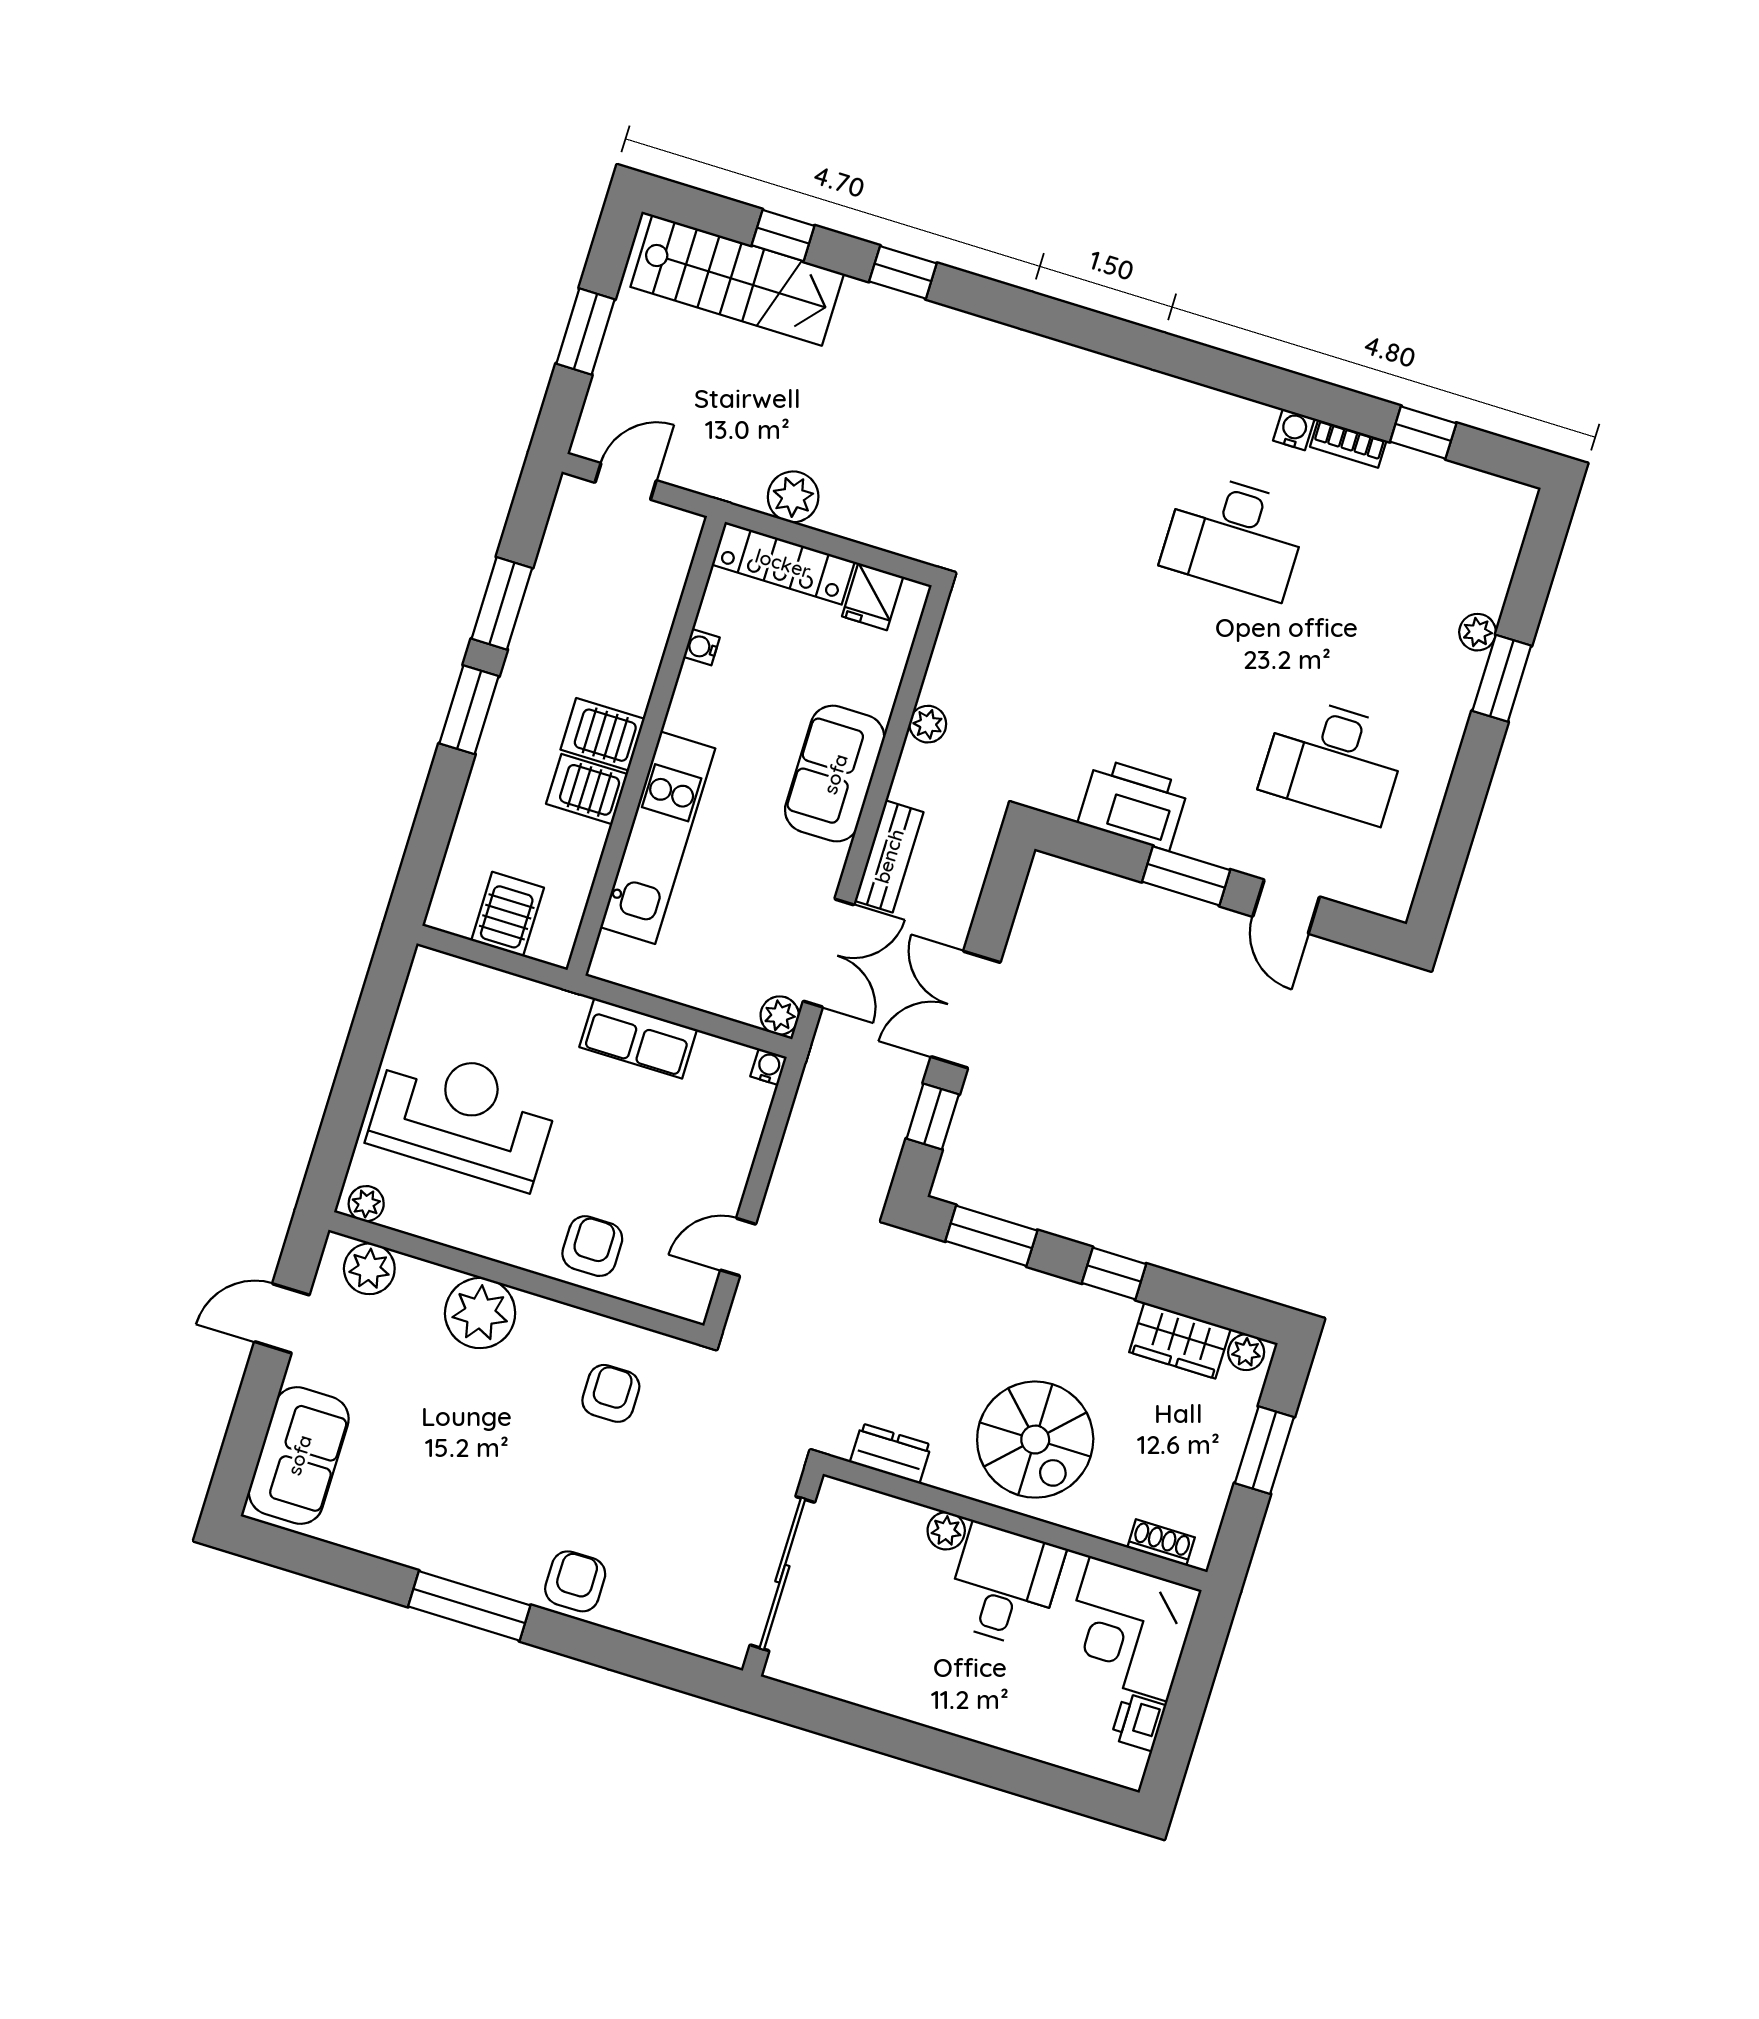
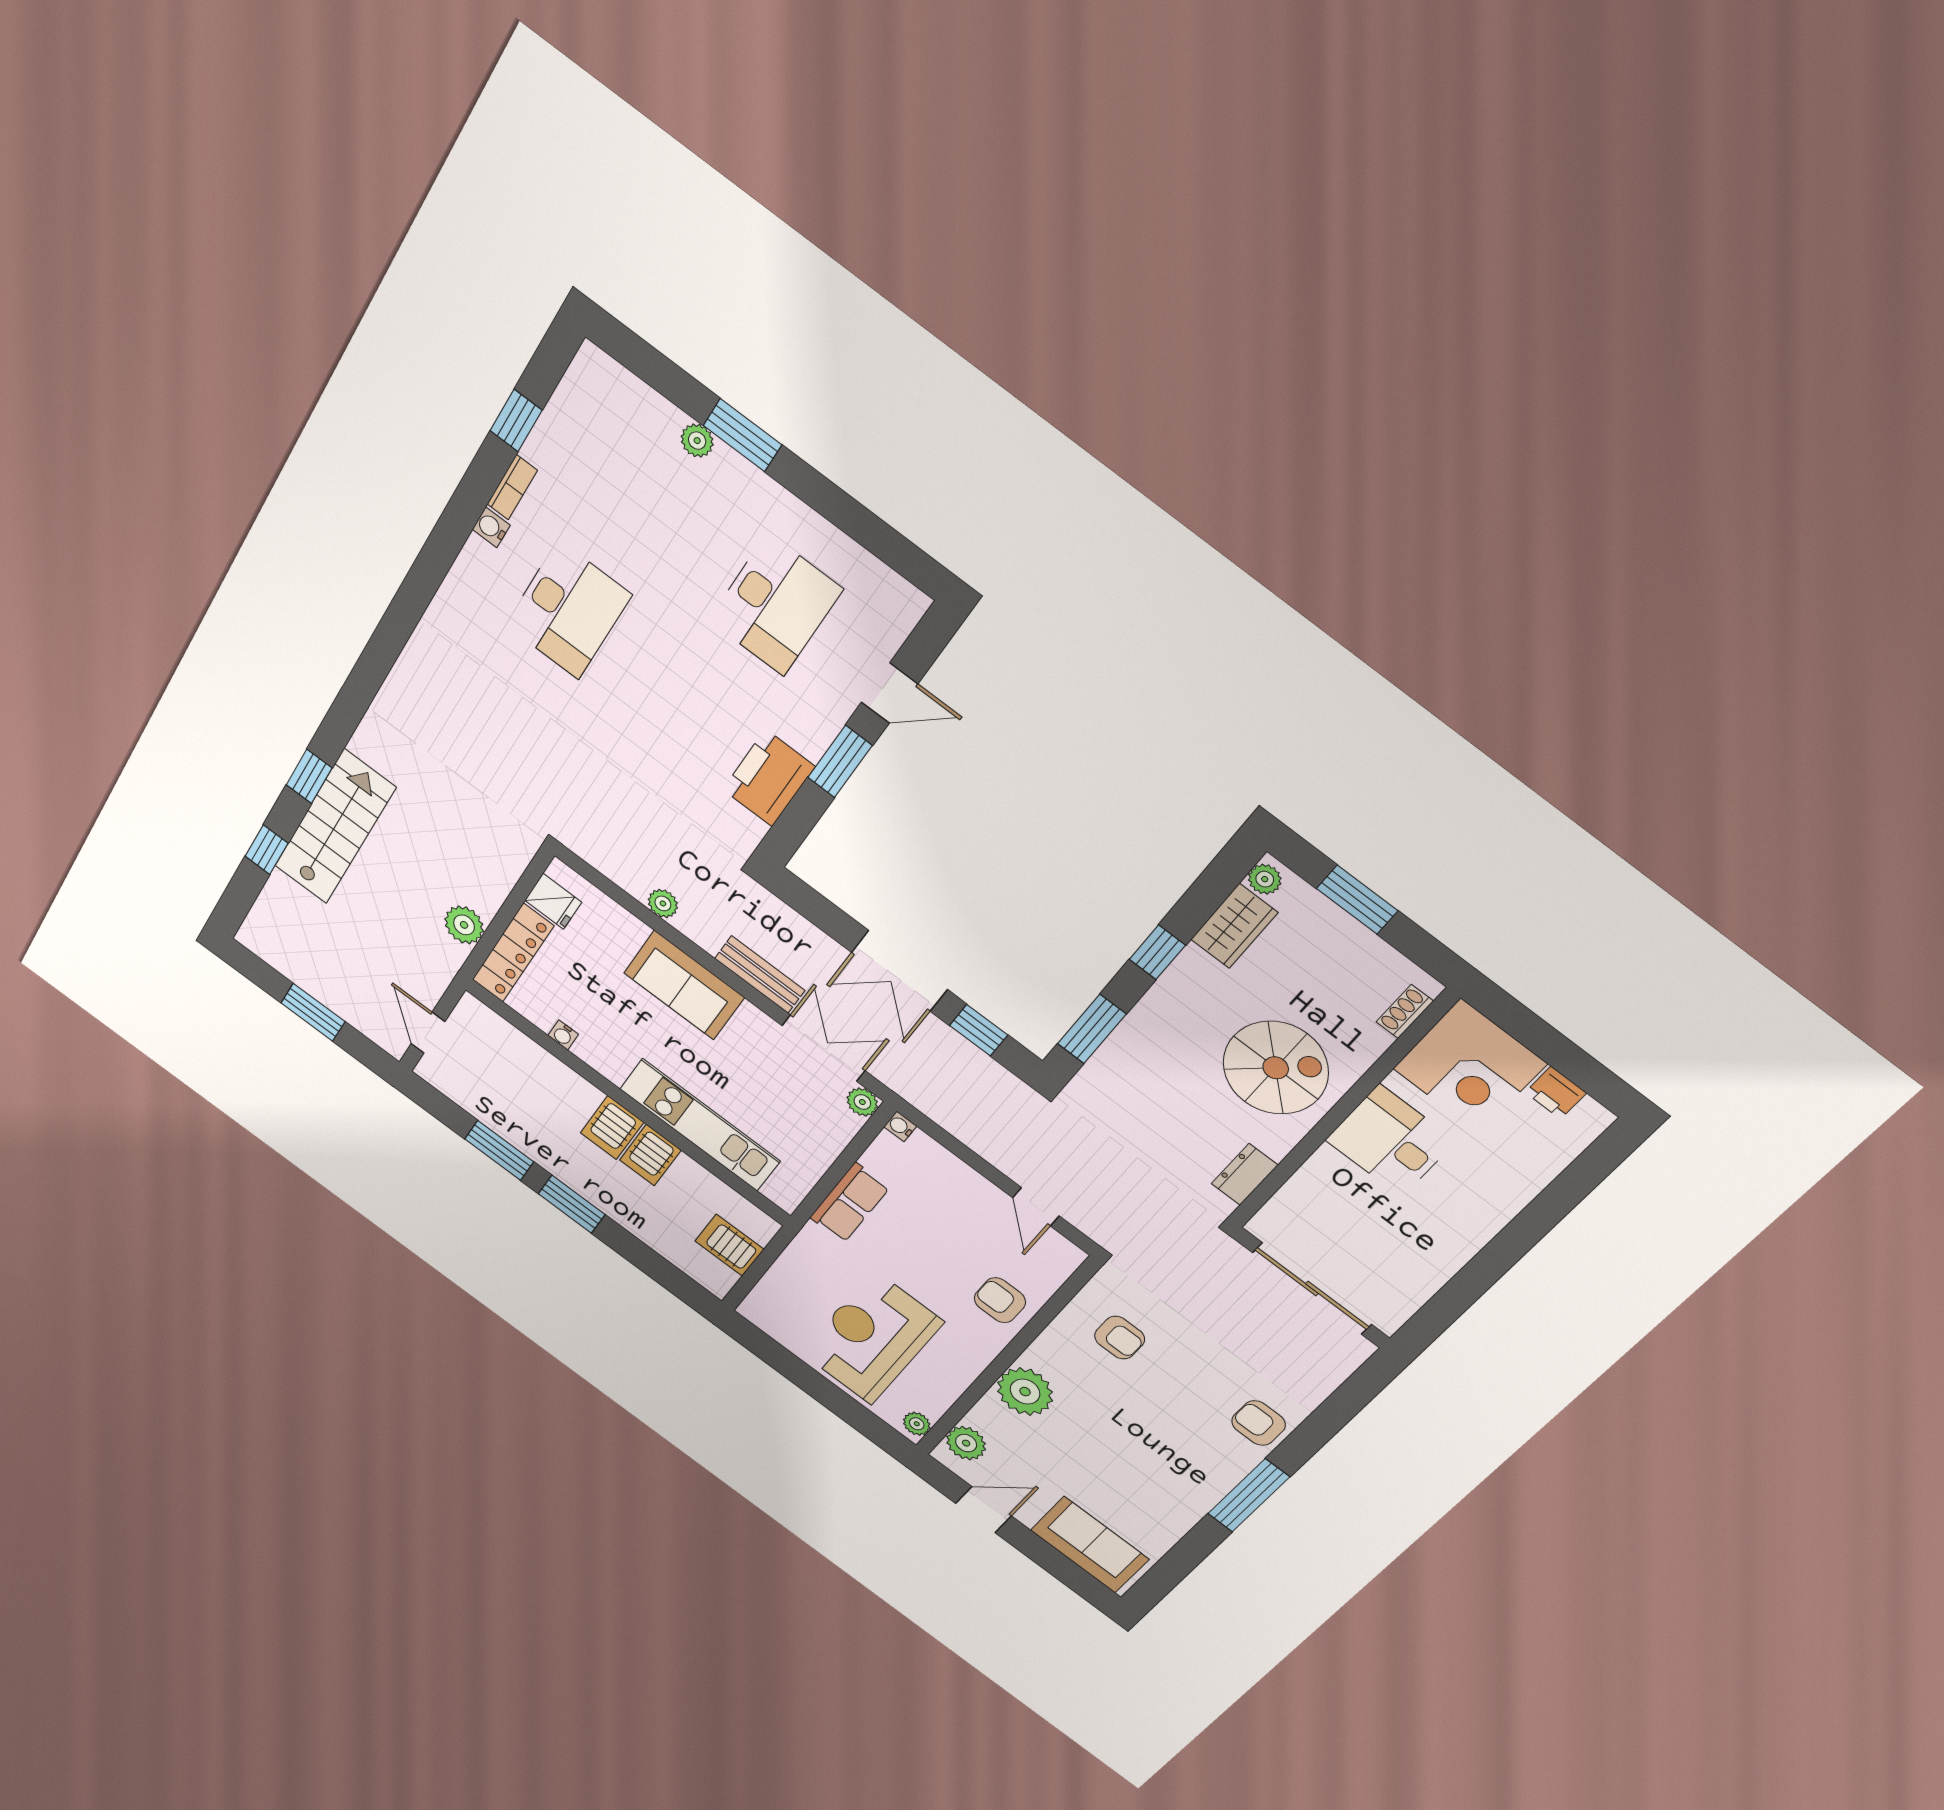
stairs: (737, 280) -> (335, 827), moved
door: (282, 1318) -> (984, 1510), swing flipped
armchair: (611, 1393) -> (1120, 1338), turned 180
plant: (946, 1531) -> (1326, 1163), removed

